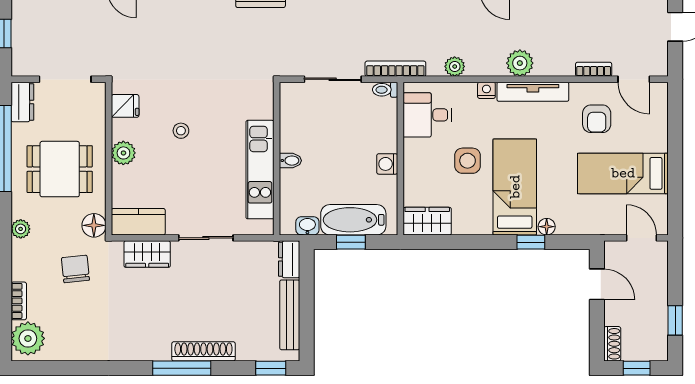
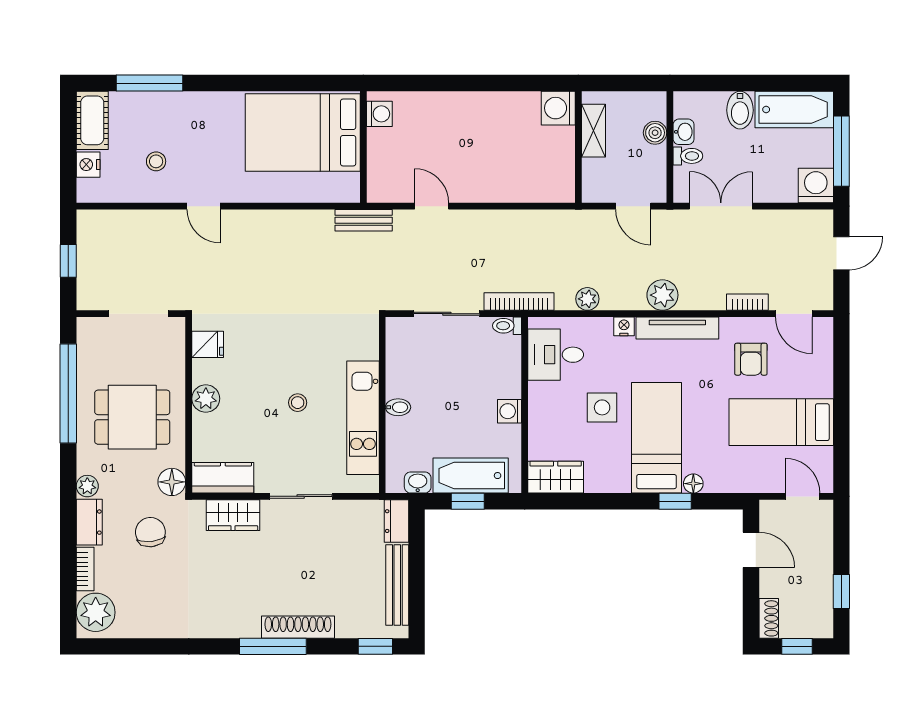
dresser: (22, 102) -> (89, 522), moved
stool: (181, 131) -> (298, 403), moved

